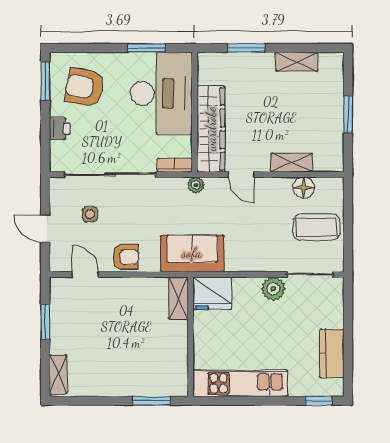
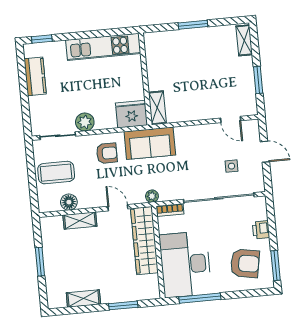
window: (147, 48) -> (200, 298), width x1.44
armchair: (126, 257) -> (107, 153), moved, turned 180
window: (151, 401) -> (193, 25), moved

